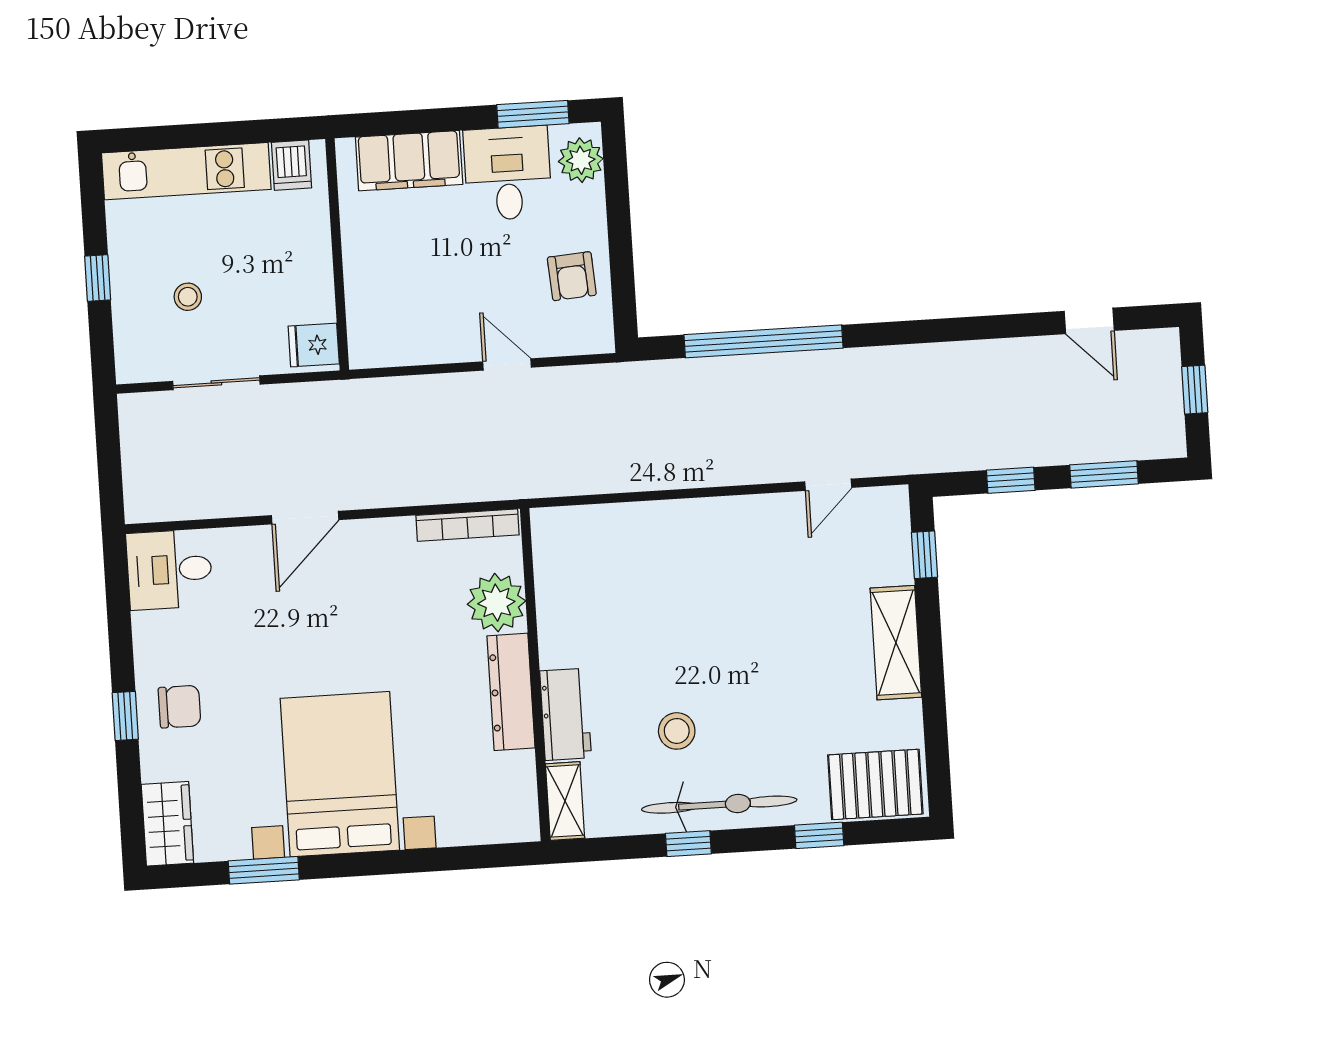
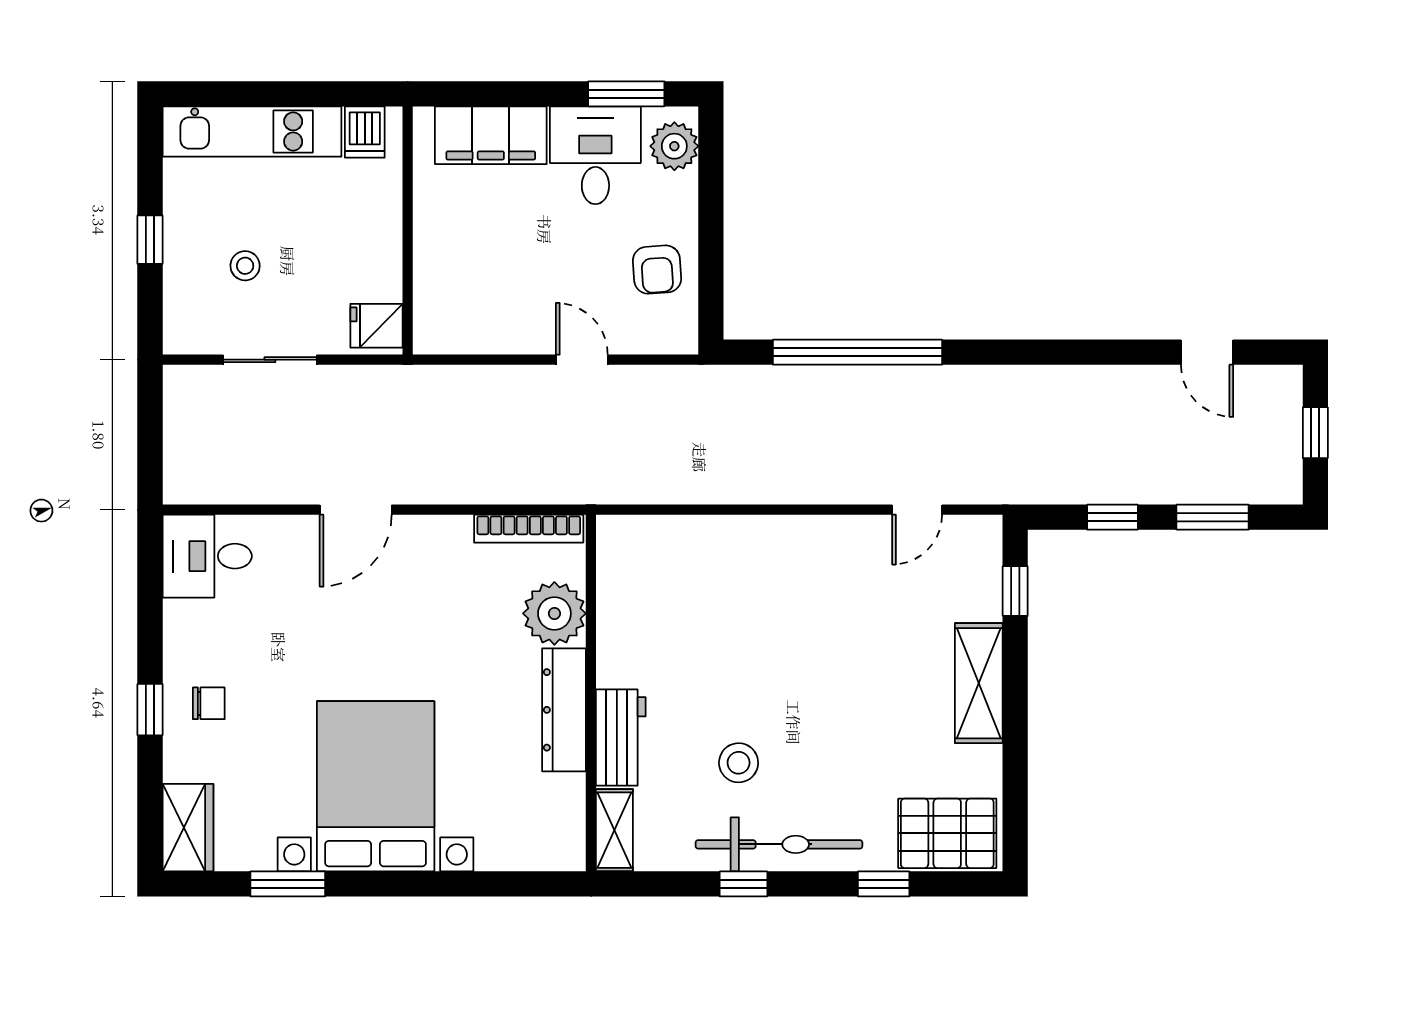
chair: (180, 707) -> (209, 703), width x0.73, depth x0.73

